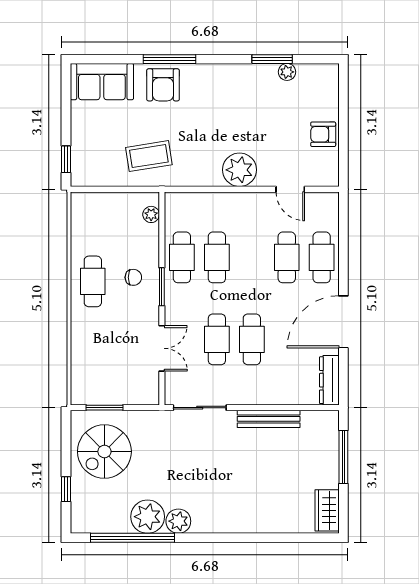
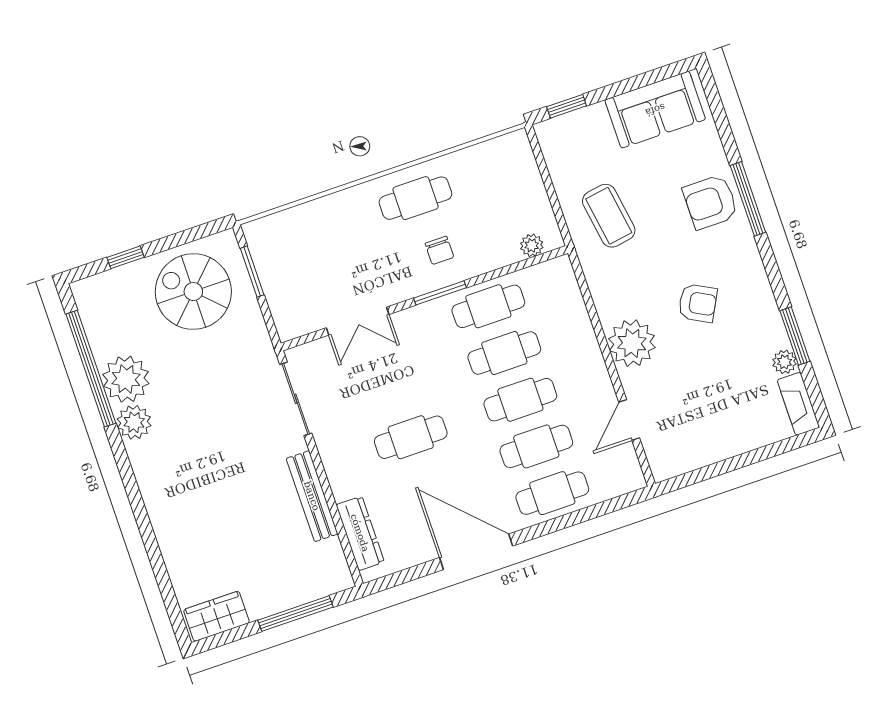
fireplace: (318, 72) -> (798, 404), added
sofa: (102, 82) -> (655, 110), moved, turned -90
armchair: (323, 134) -> (698, 303), moved, turned 118
cafe table: (217, 339) -> (520, 400), moved
dresser: (329, 380) -> (360, 533), moved, turned 90

